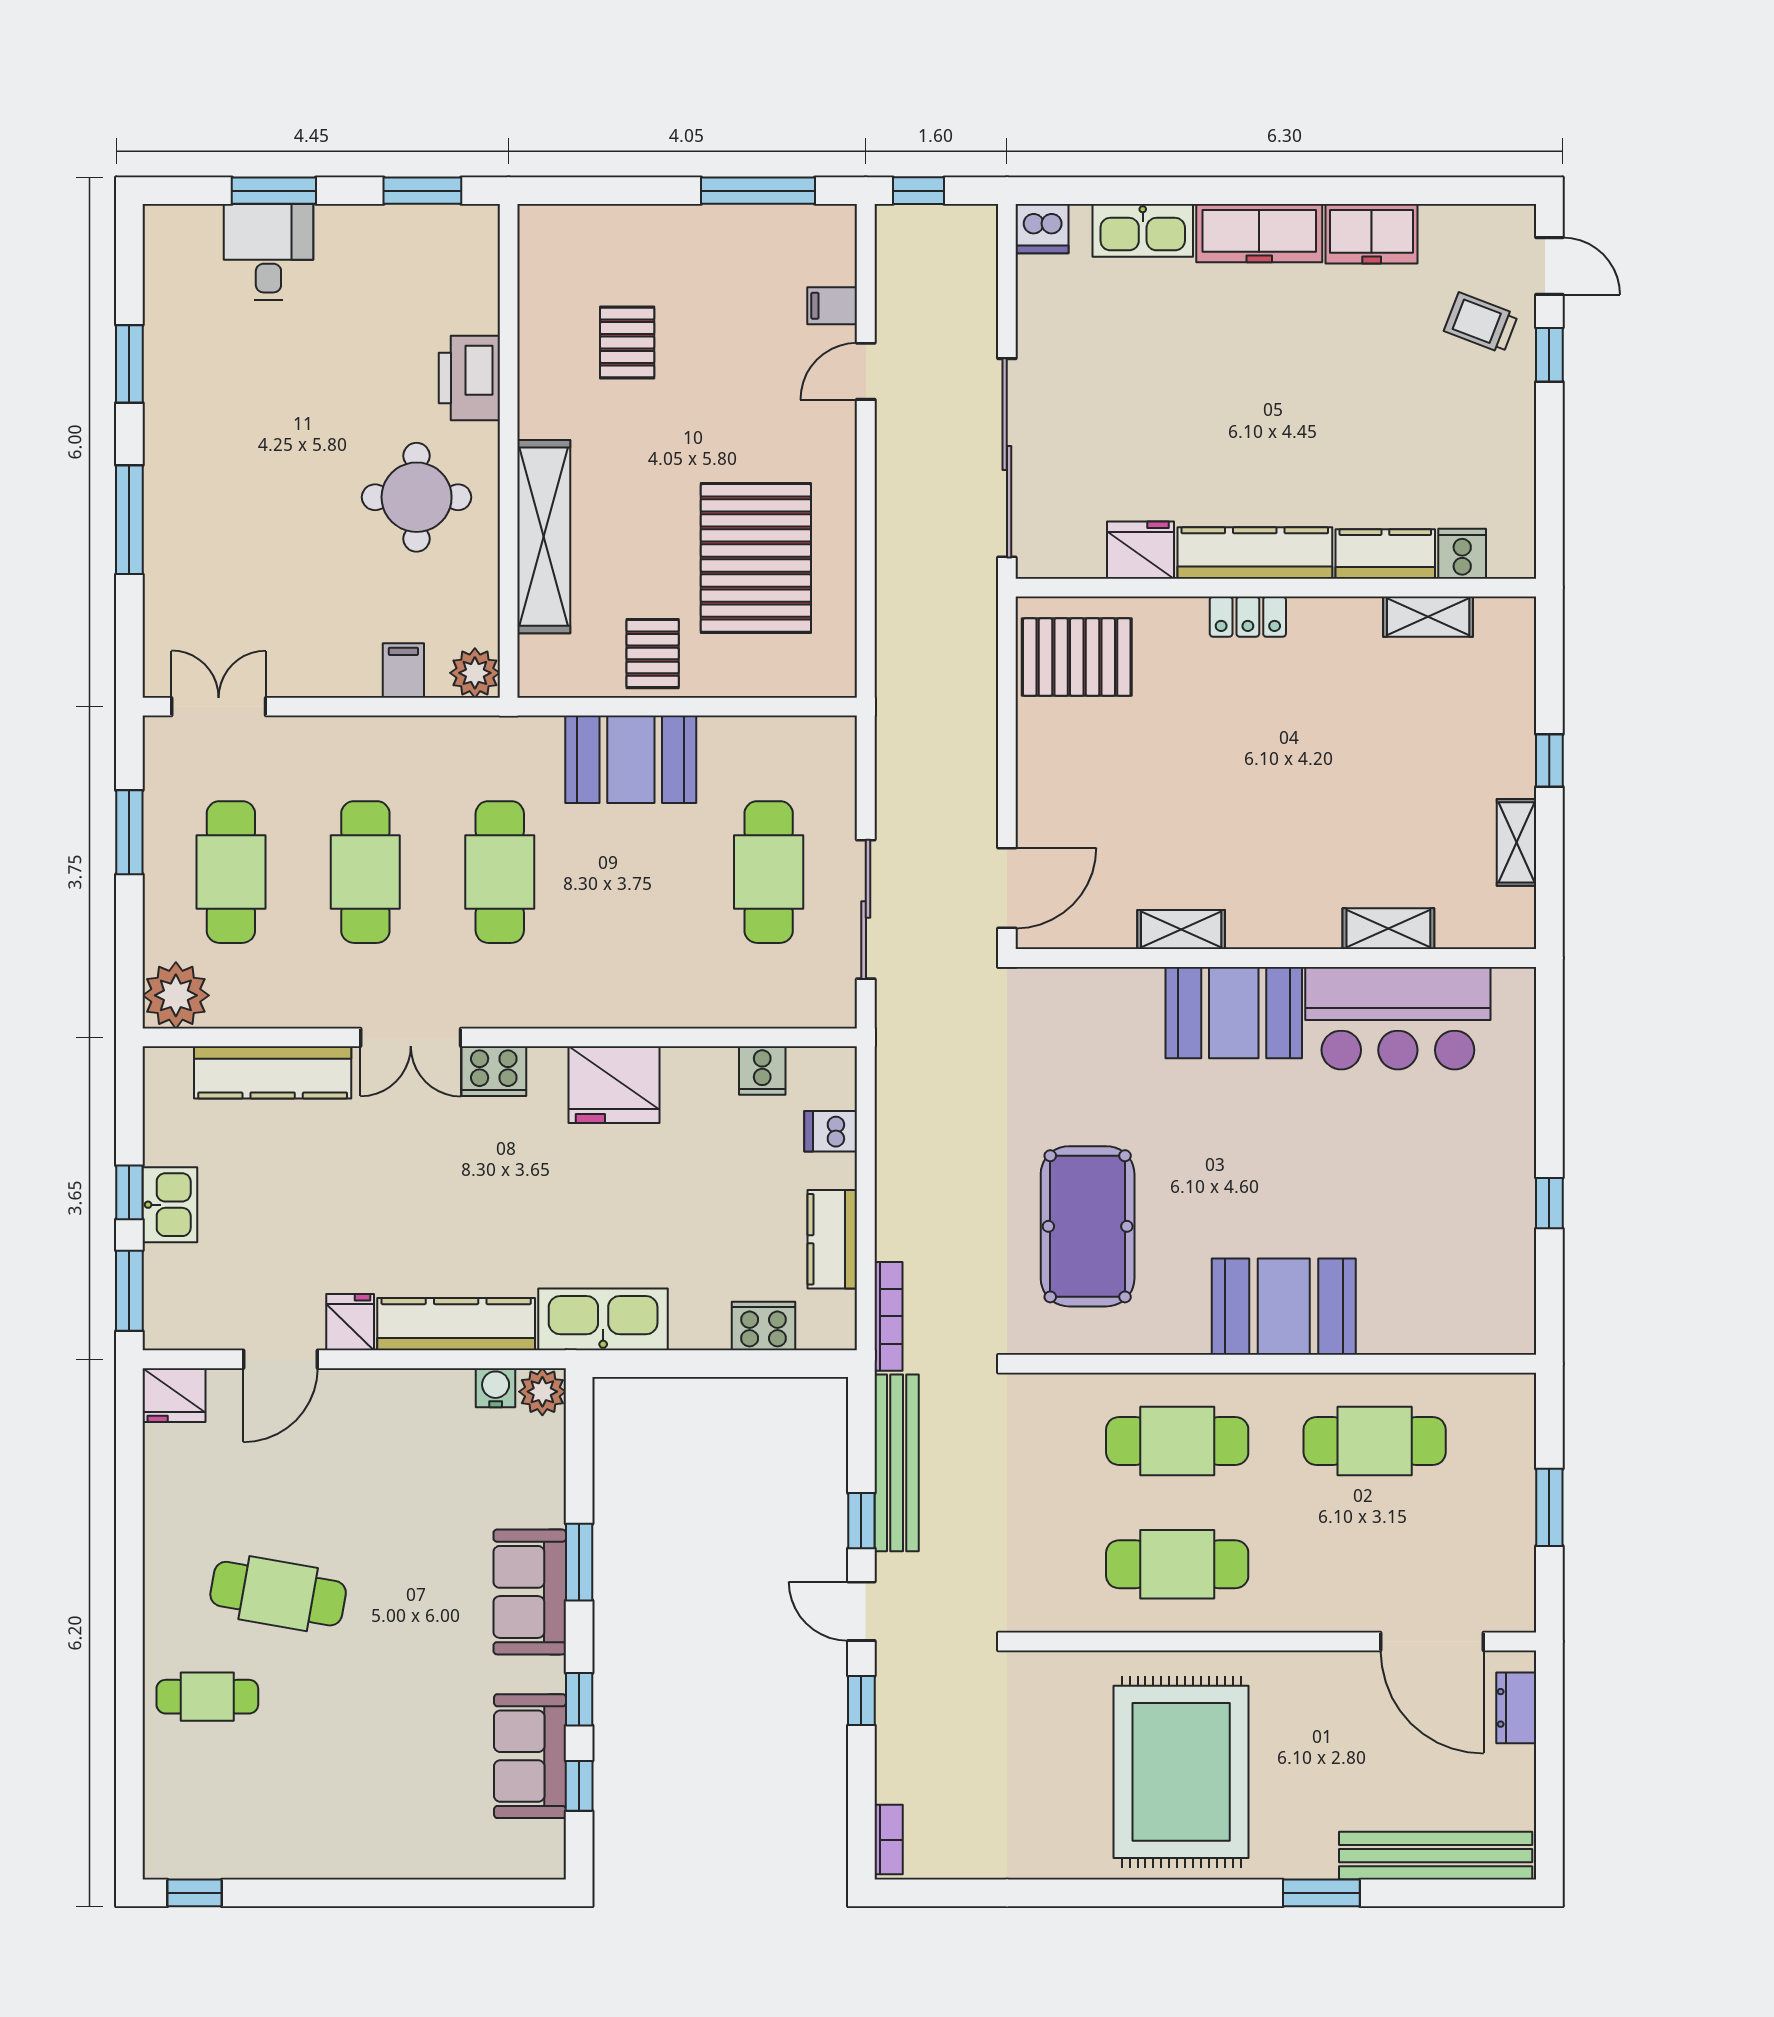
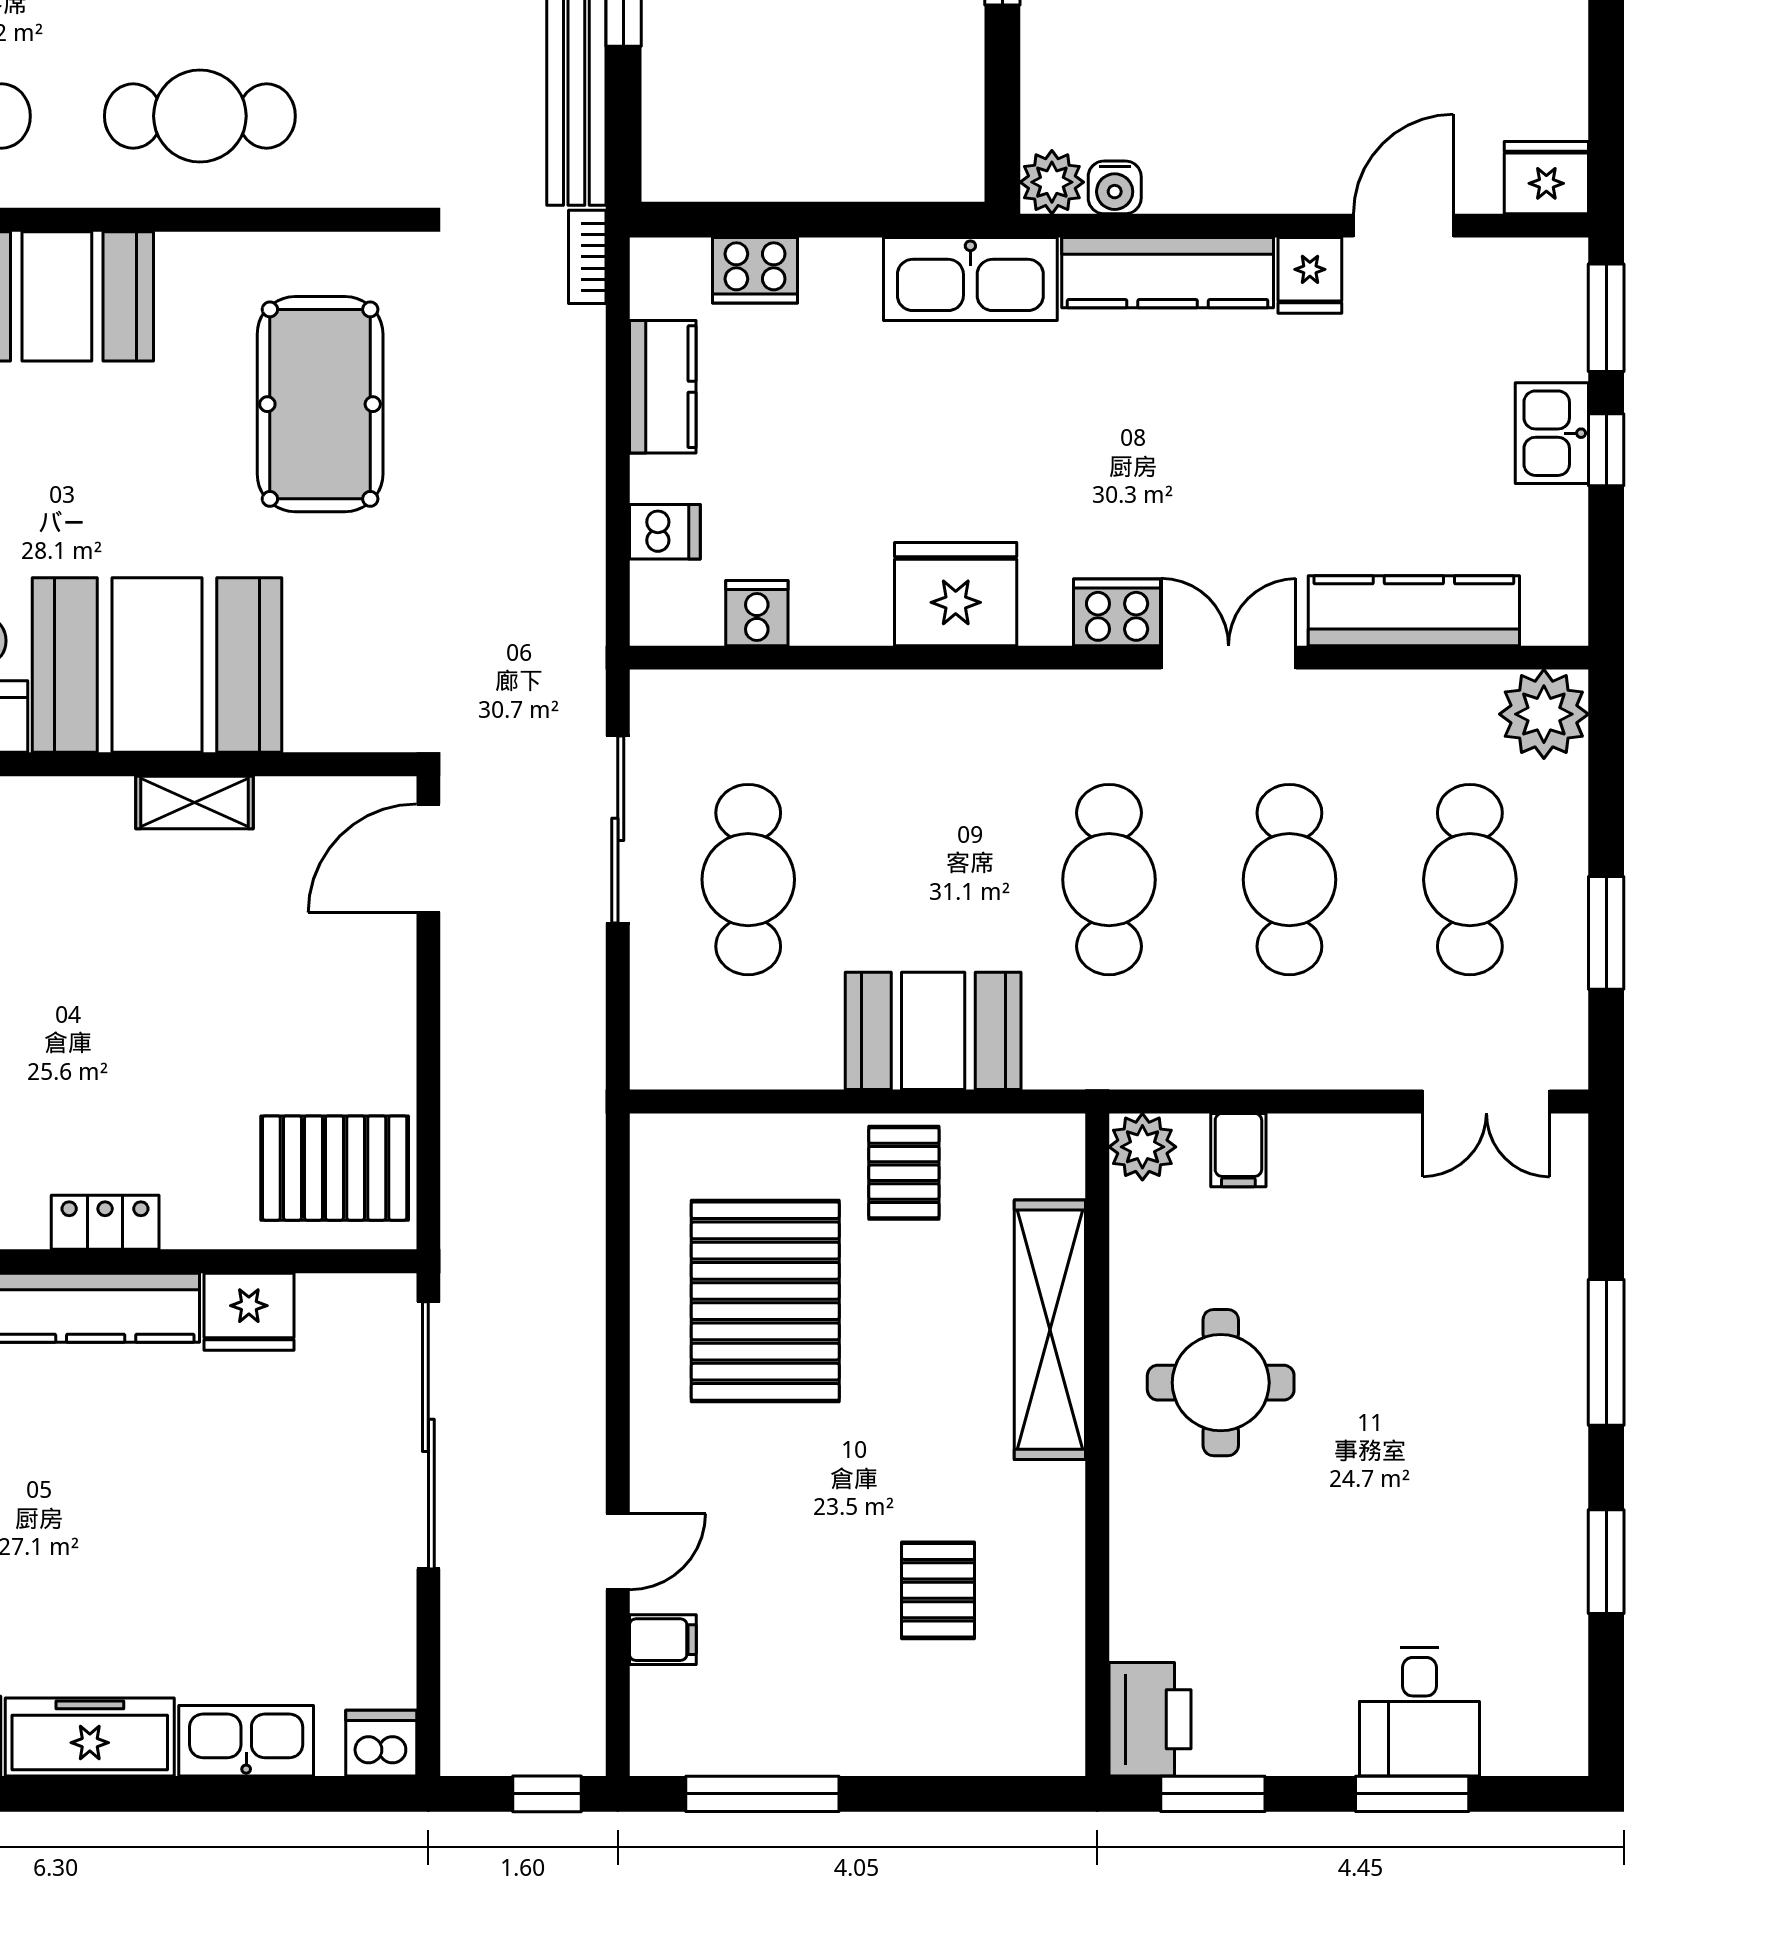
printer: (469, 378) -> (1150, 1719), moved
booth: (1234, 1013) -> (157, 665), width x1.36, depth x1.42
bookcase: (889, 1316) -> (587, 257), width x0.64

